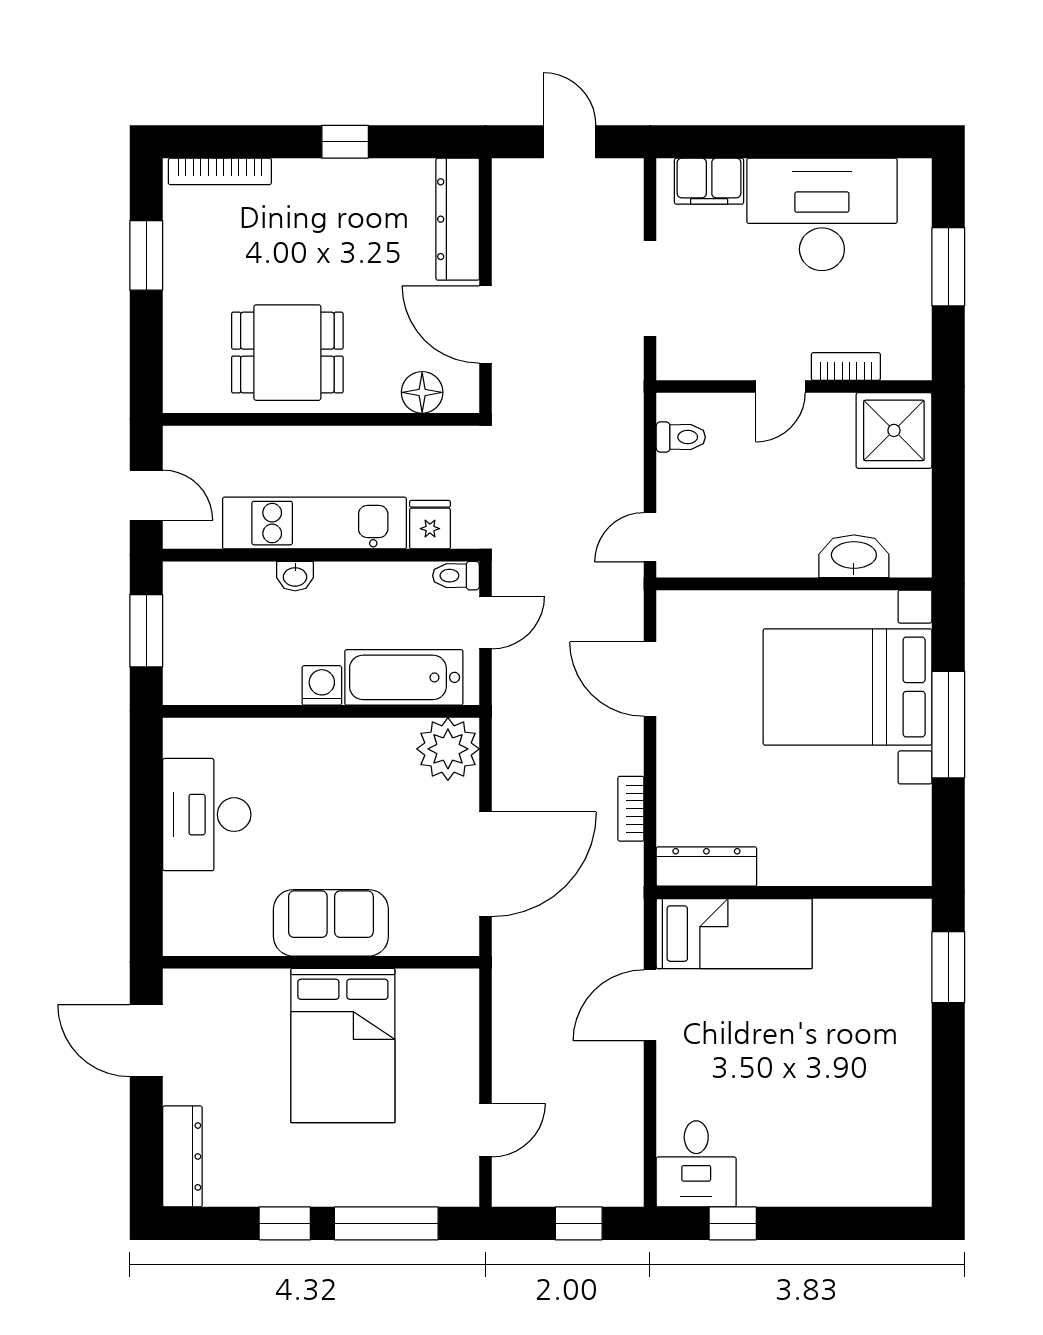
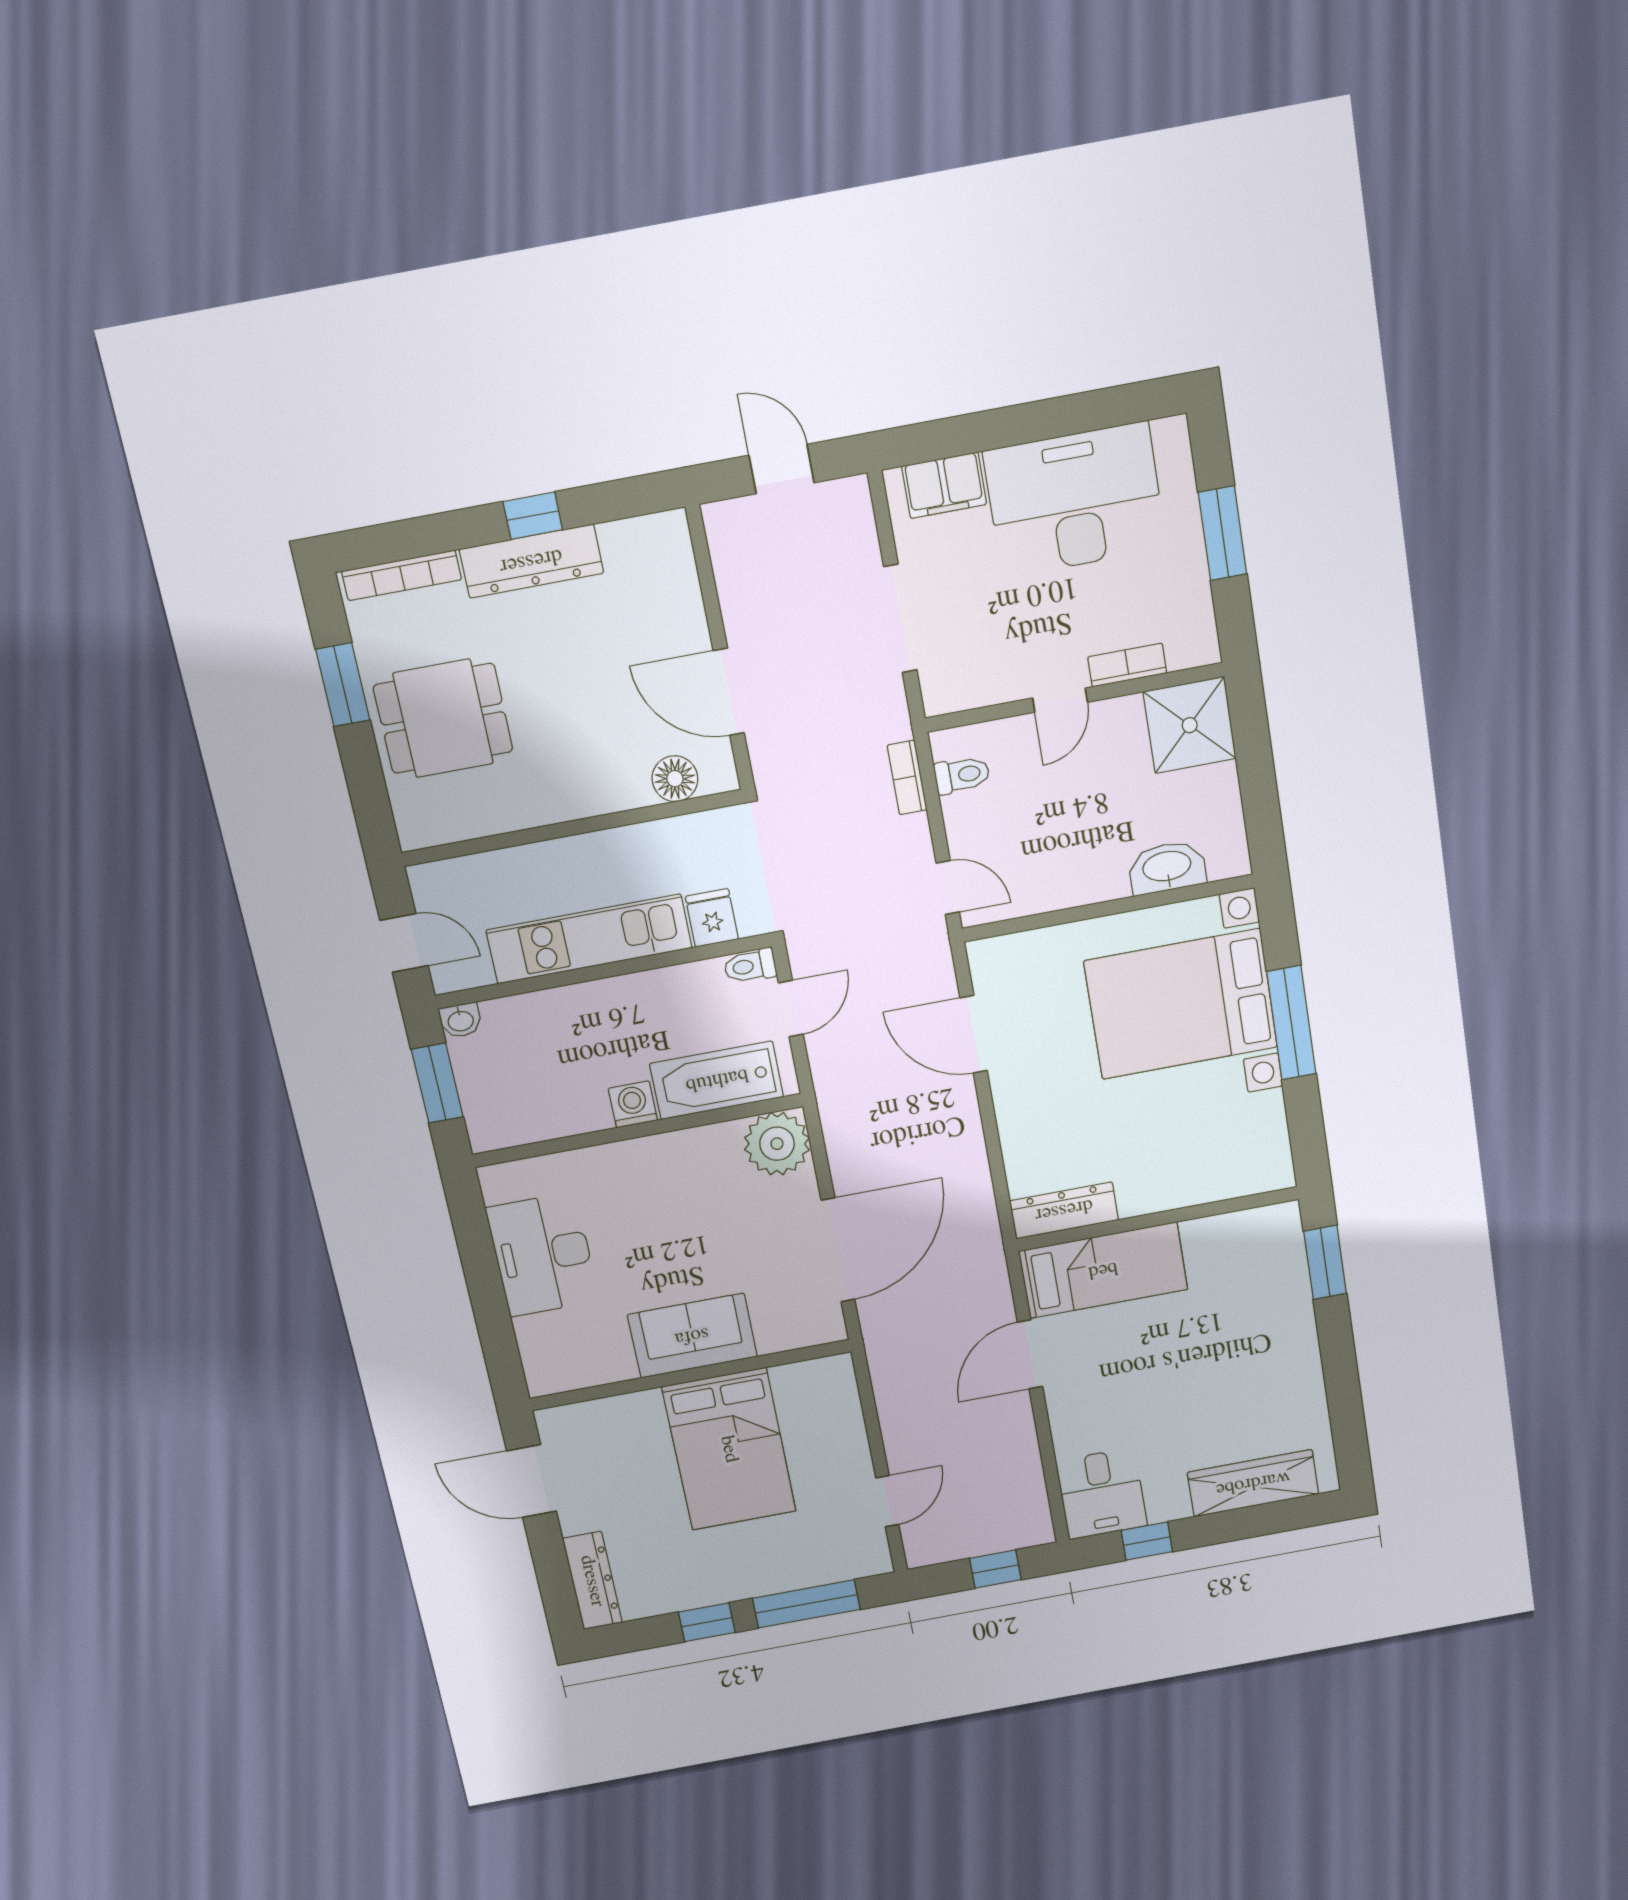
dresser: (458, 219) -> (531, 561), moved, turned -90
dining table: (287, 353) -> (443, 718), moved
door: (650, 537) -> (948, 888), swing flipped
washbasin: (295, 576) -> (461, 1020), moved
bookcase: (631, 809) -> (907, 778), moved
wardrobe: (847, 1183) -> (1253, 1483), added

